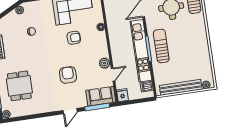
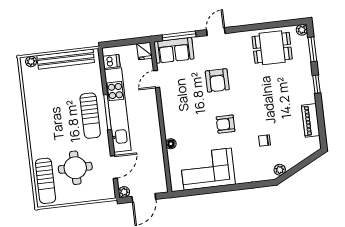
armchair: (74, 38) -> (226, 124), moved
plant: (105, 63) -> (167, 95), removed
dining table: (19, 86) -> (272, 48), moved, turned 90

